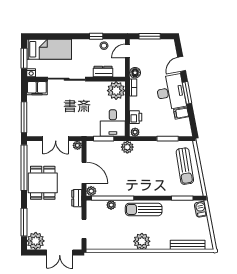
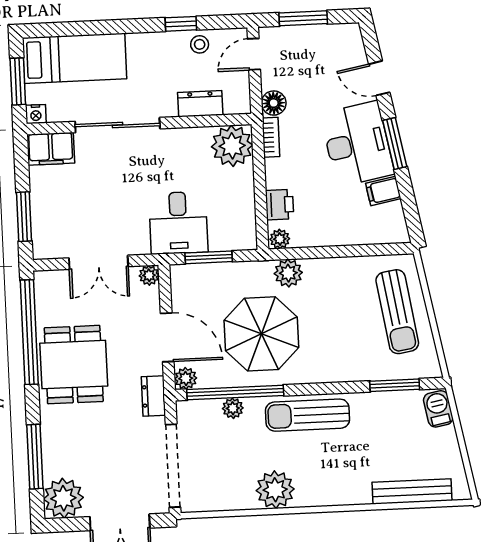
door: (182, 64) -> (379, 78), hinge flipped
window: (24, 117) -> (24, 217), width x0.69
desk: (113, 123) -> (178, 223), moved
window: (168, 139) -> (355, 251), removed
plant: (127, 147) -> (288, 273), moved
parasol: (125, 173) -> (261, 334), added
doorway: (84, 229) -> (173, 466), width x1.88
plant: (142, 241) -> (275, 490), moved

